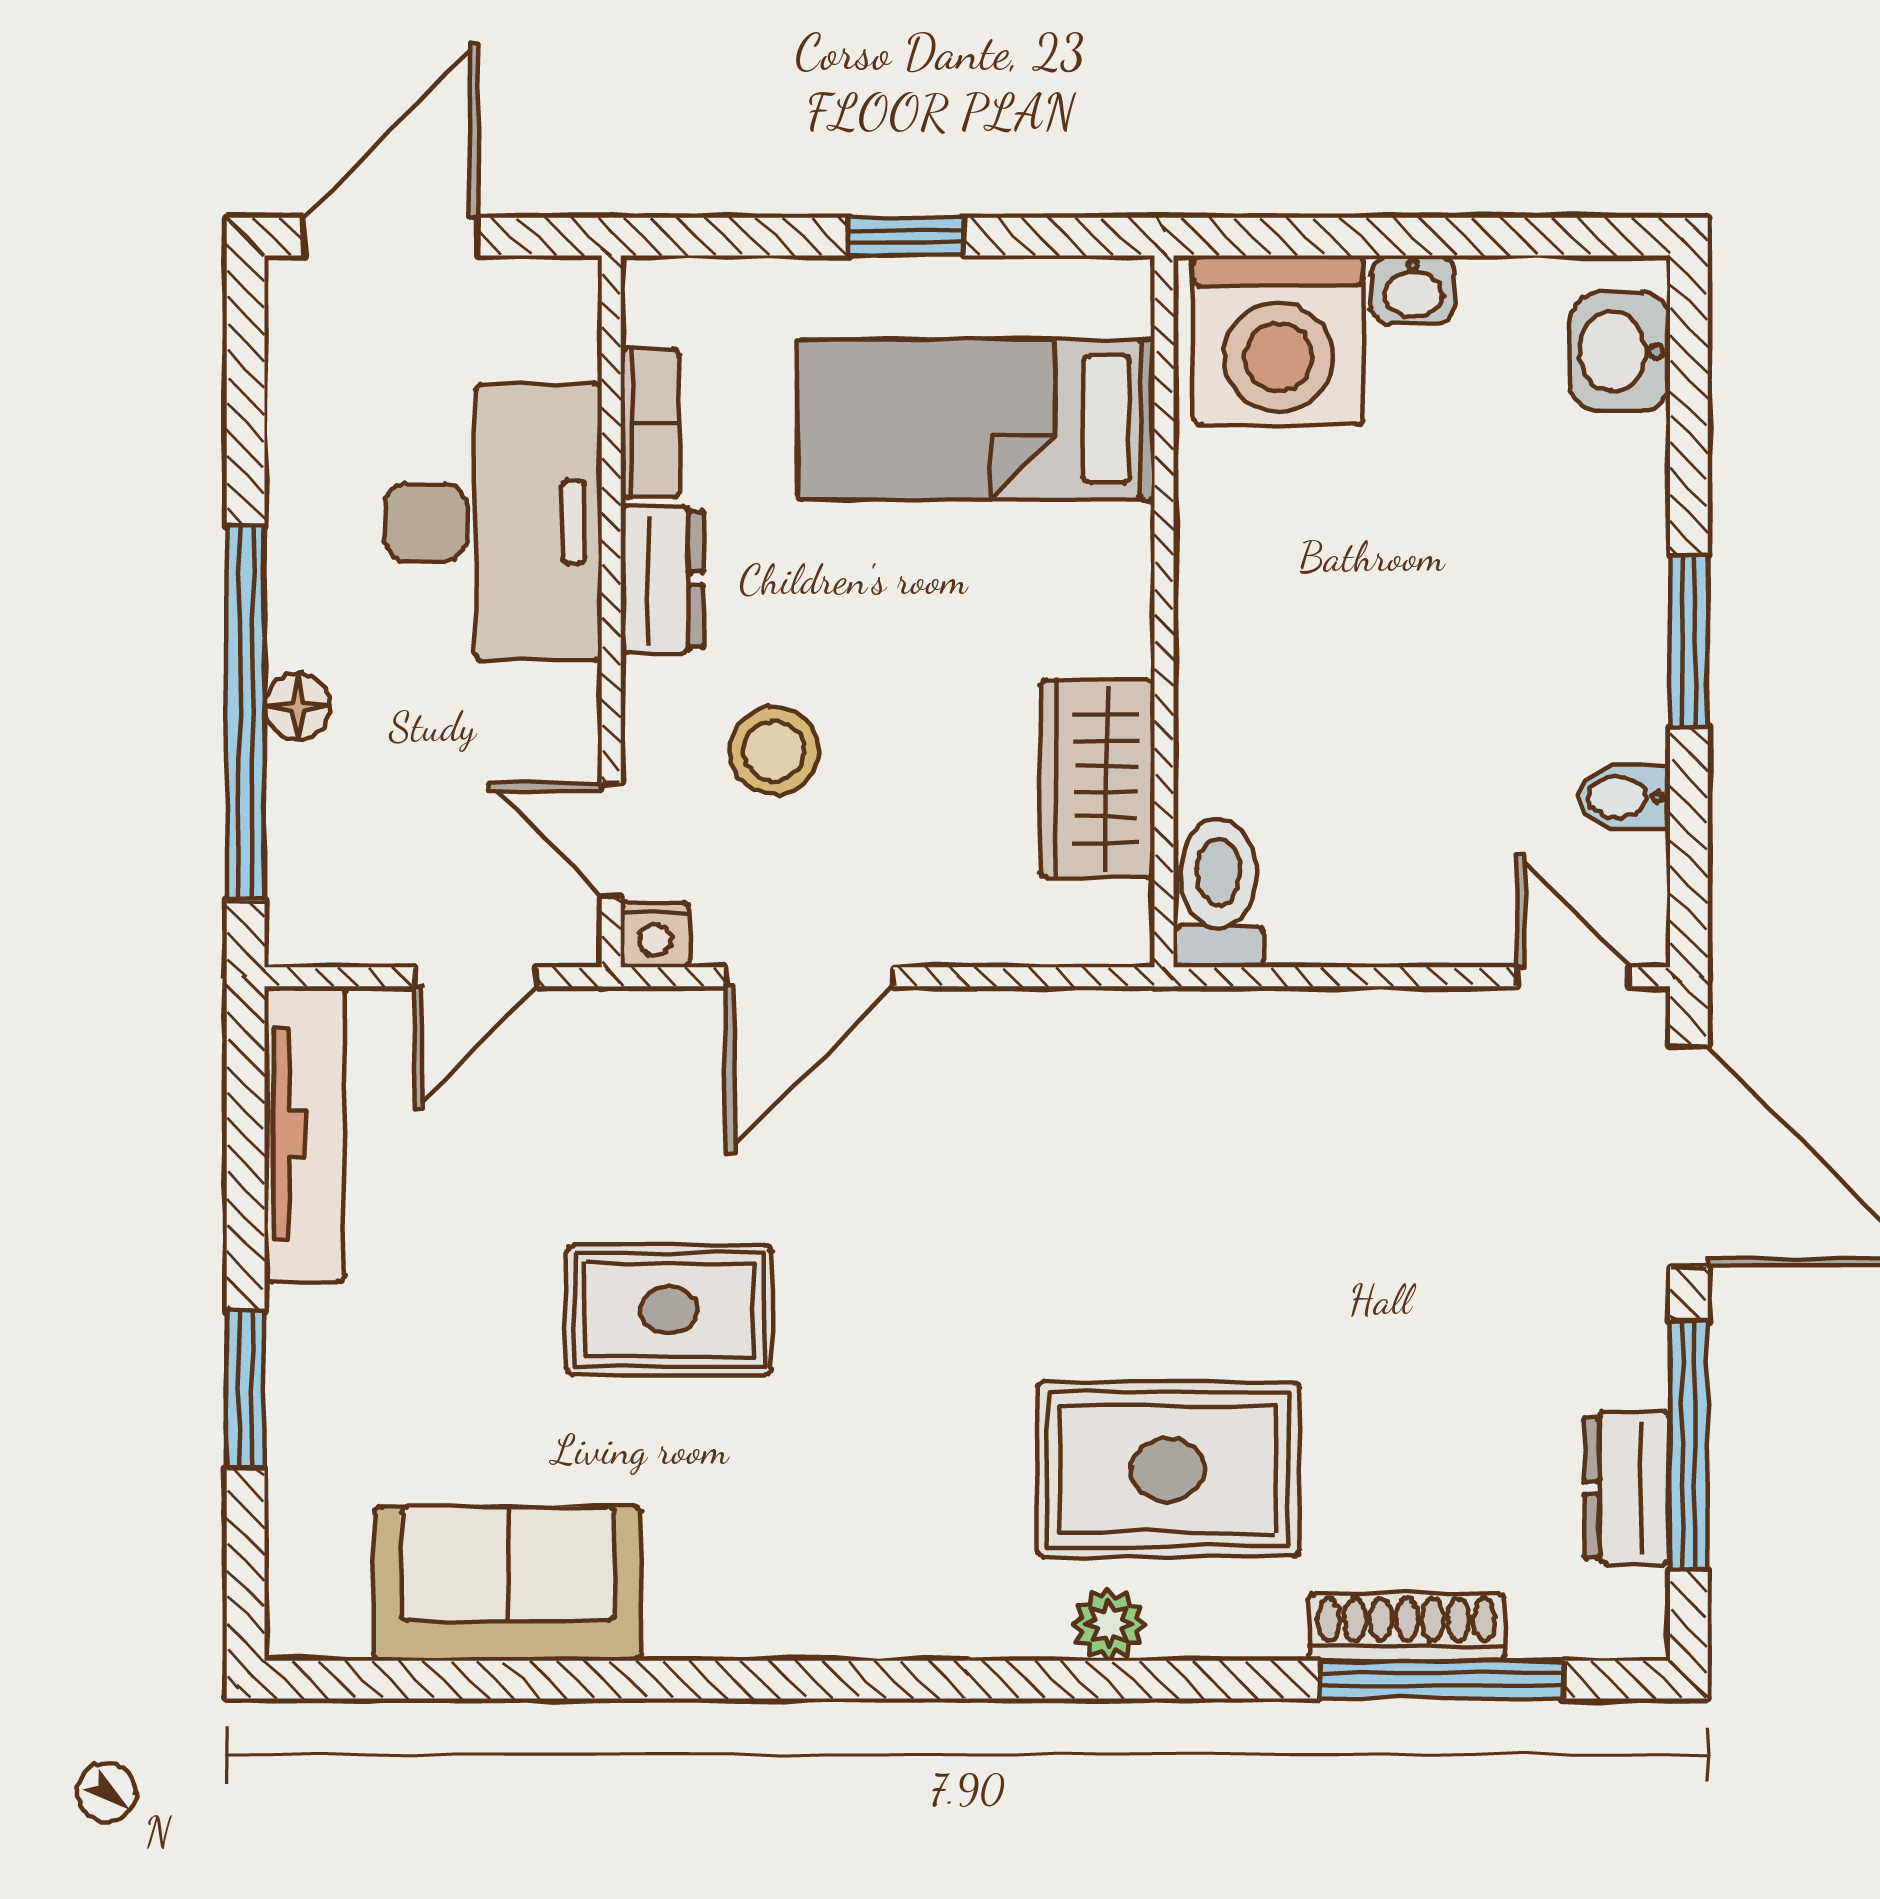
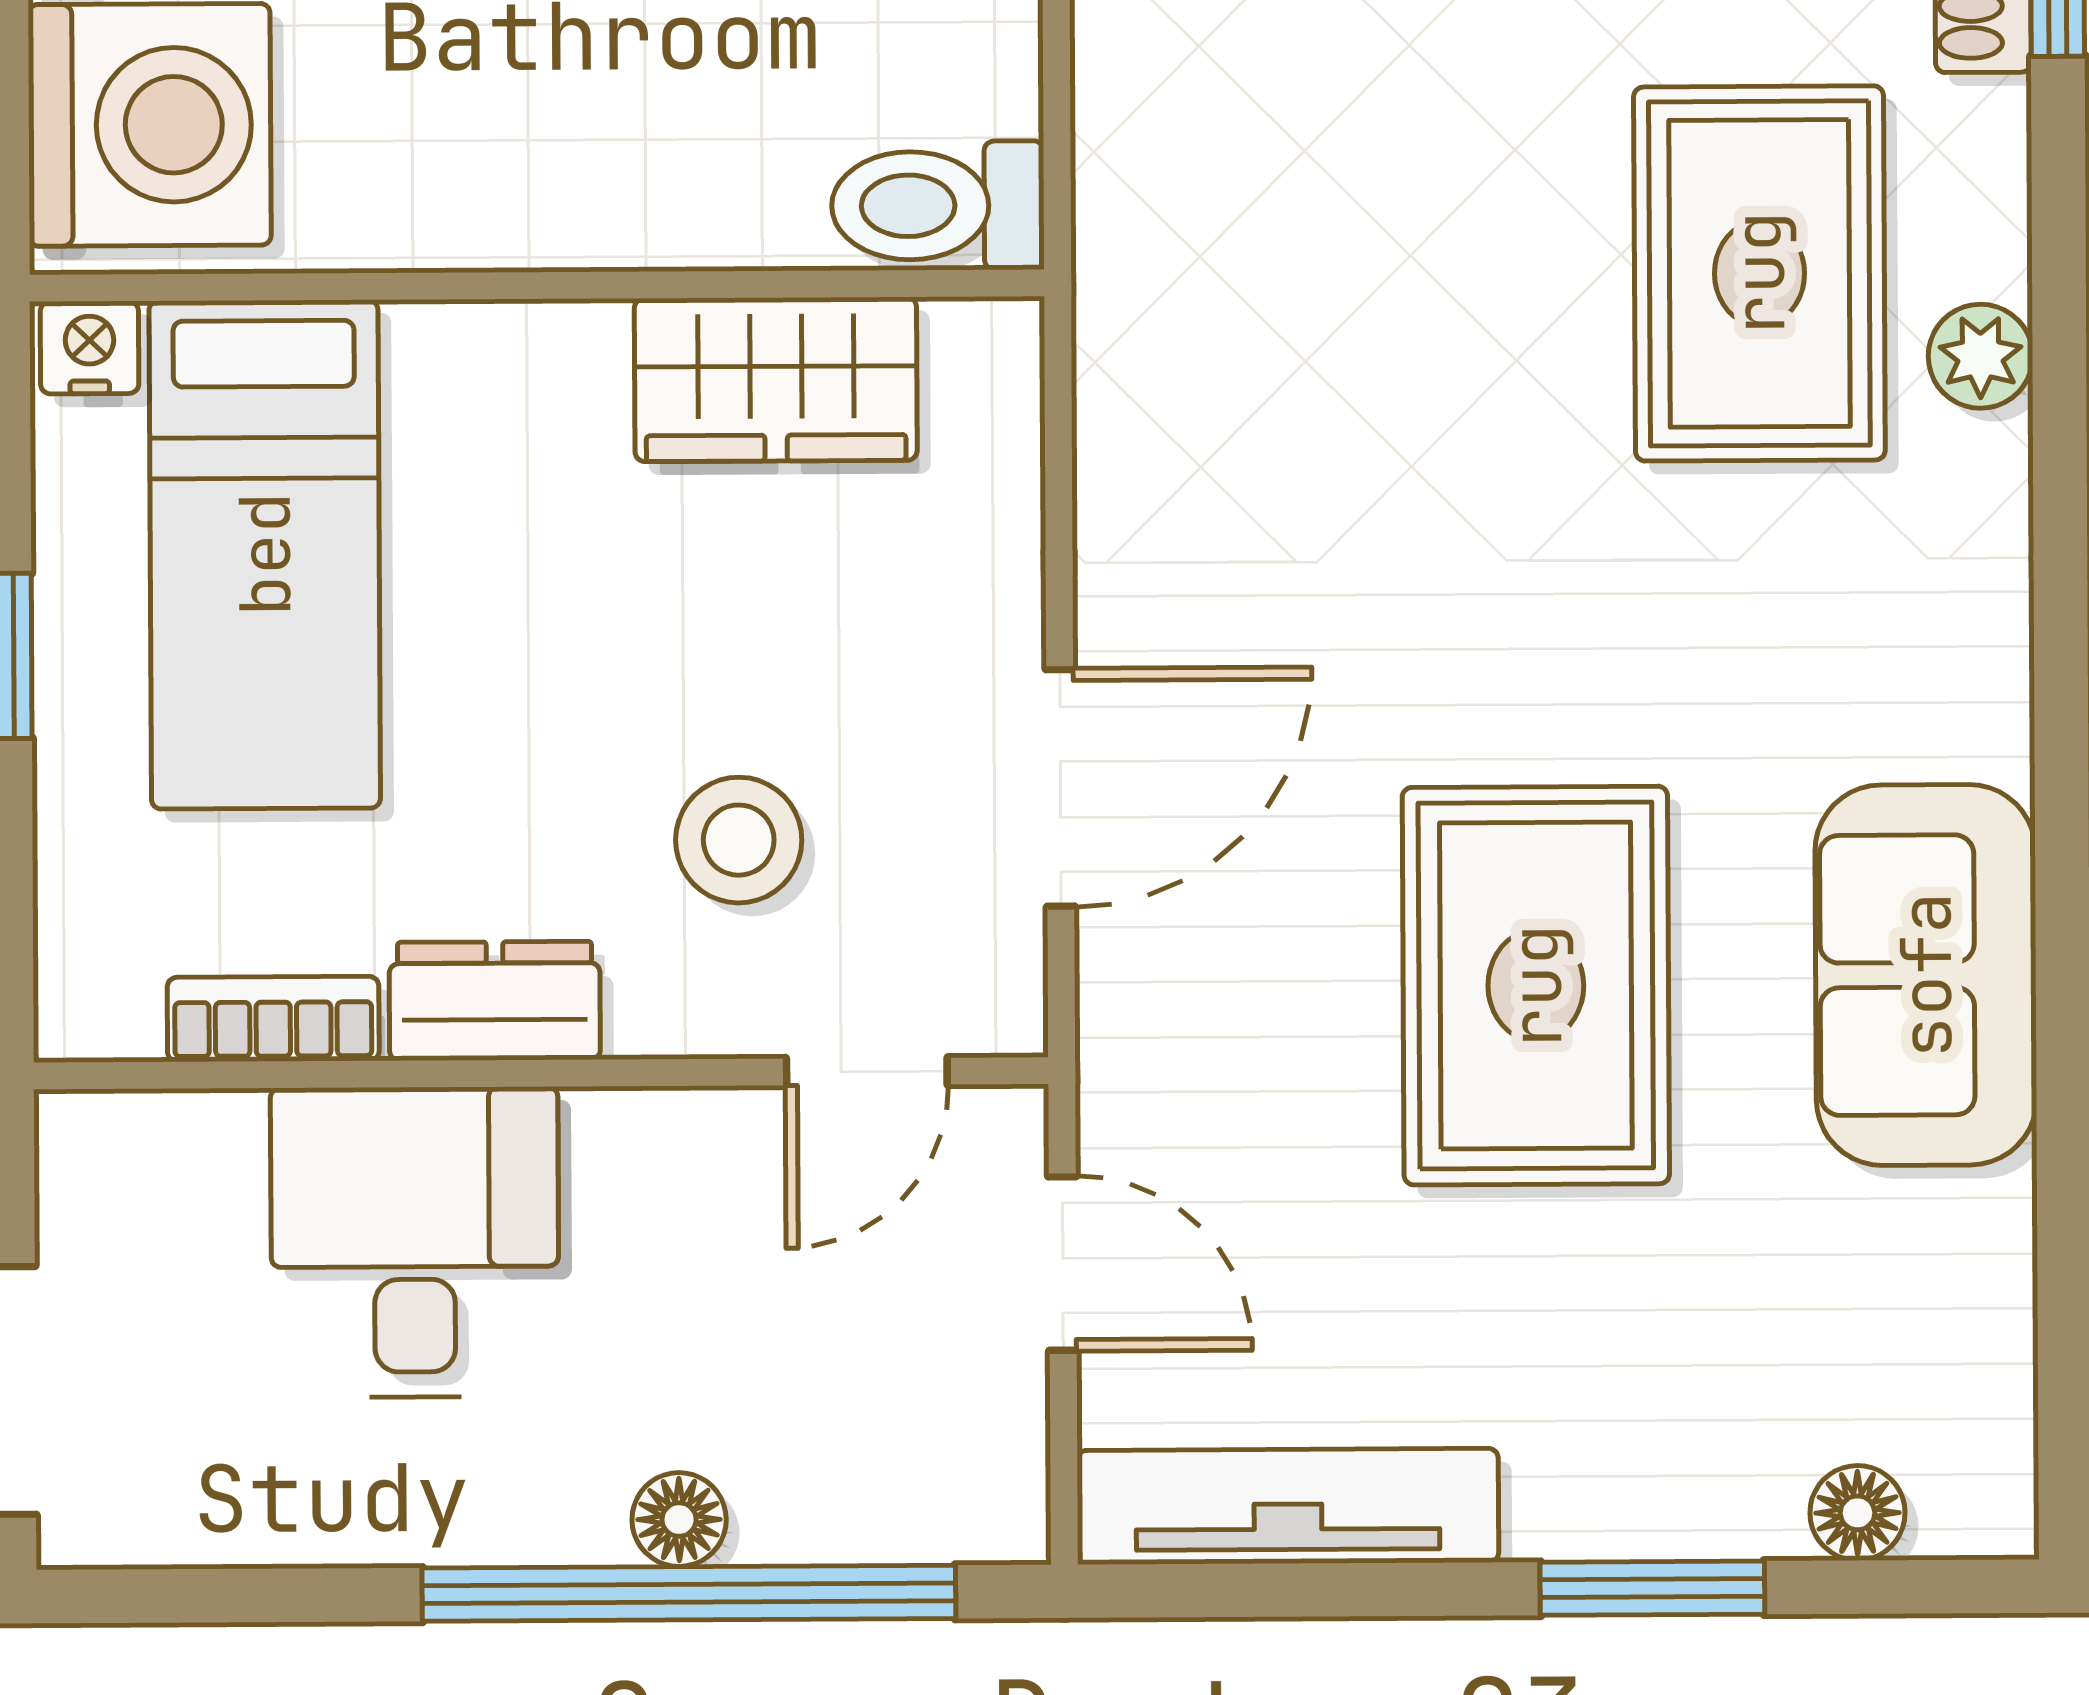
desk: (493, 522) -> (415, 1242), width x0.73
nightstand: (655, 935) -> (90, 348), moved, turned -90
door: (810, 977) -> (1060, 788), hinge flipped
rug: (669, 1310) -> (1536, 986), width x1.36, depth x1.43
floor lamp: (298, 1534) -> (1857, 1513), added
sofa: (508, 1584) -> (1926, 975), moved

